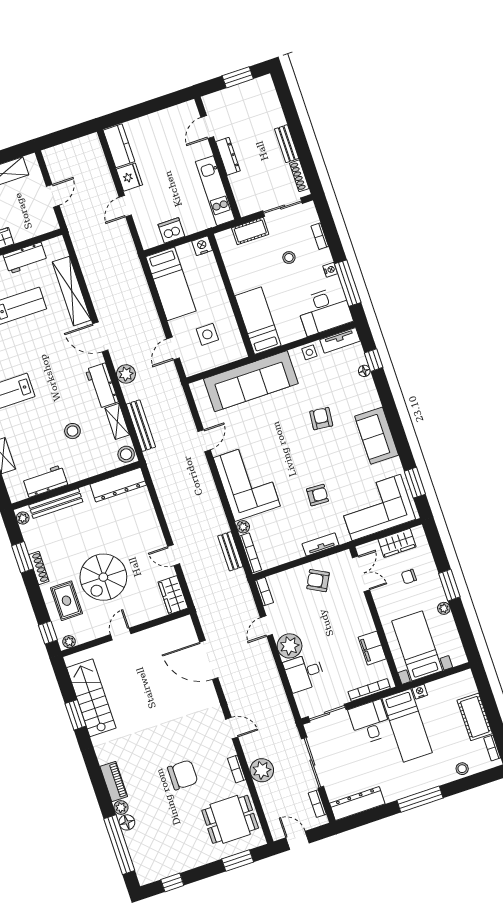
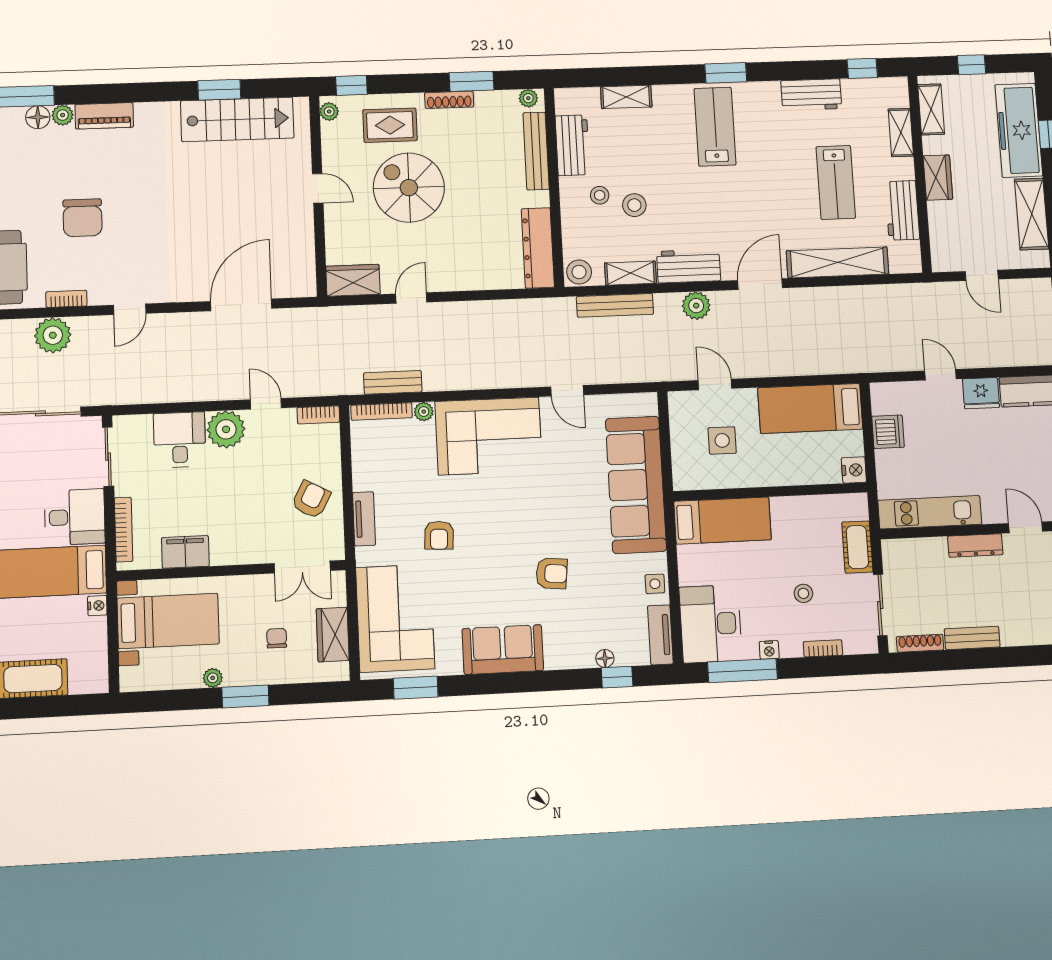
stool: (73, 455) -> (600, 195), added

